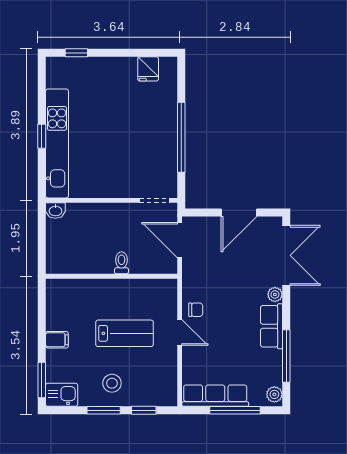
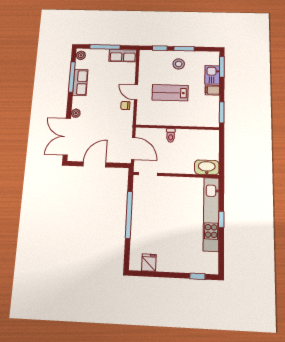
washbasin: (55, 211) -> (207, 167), width x1.91, depth x1.45
window: (42, 303) -> (222, 112), added
row of seats: (272, 326) -> (80, 83), moved
kitchen sink: (62, 395) -> (212, 75), moved, turned 90
row of seats: (215, 396) -> (123, 56), width x0.68

